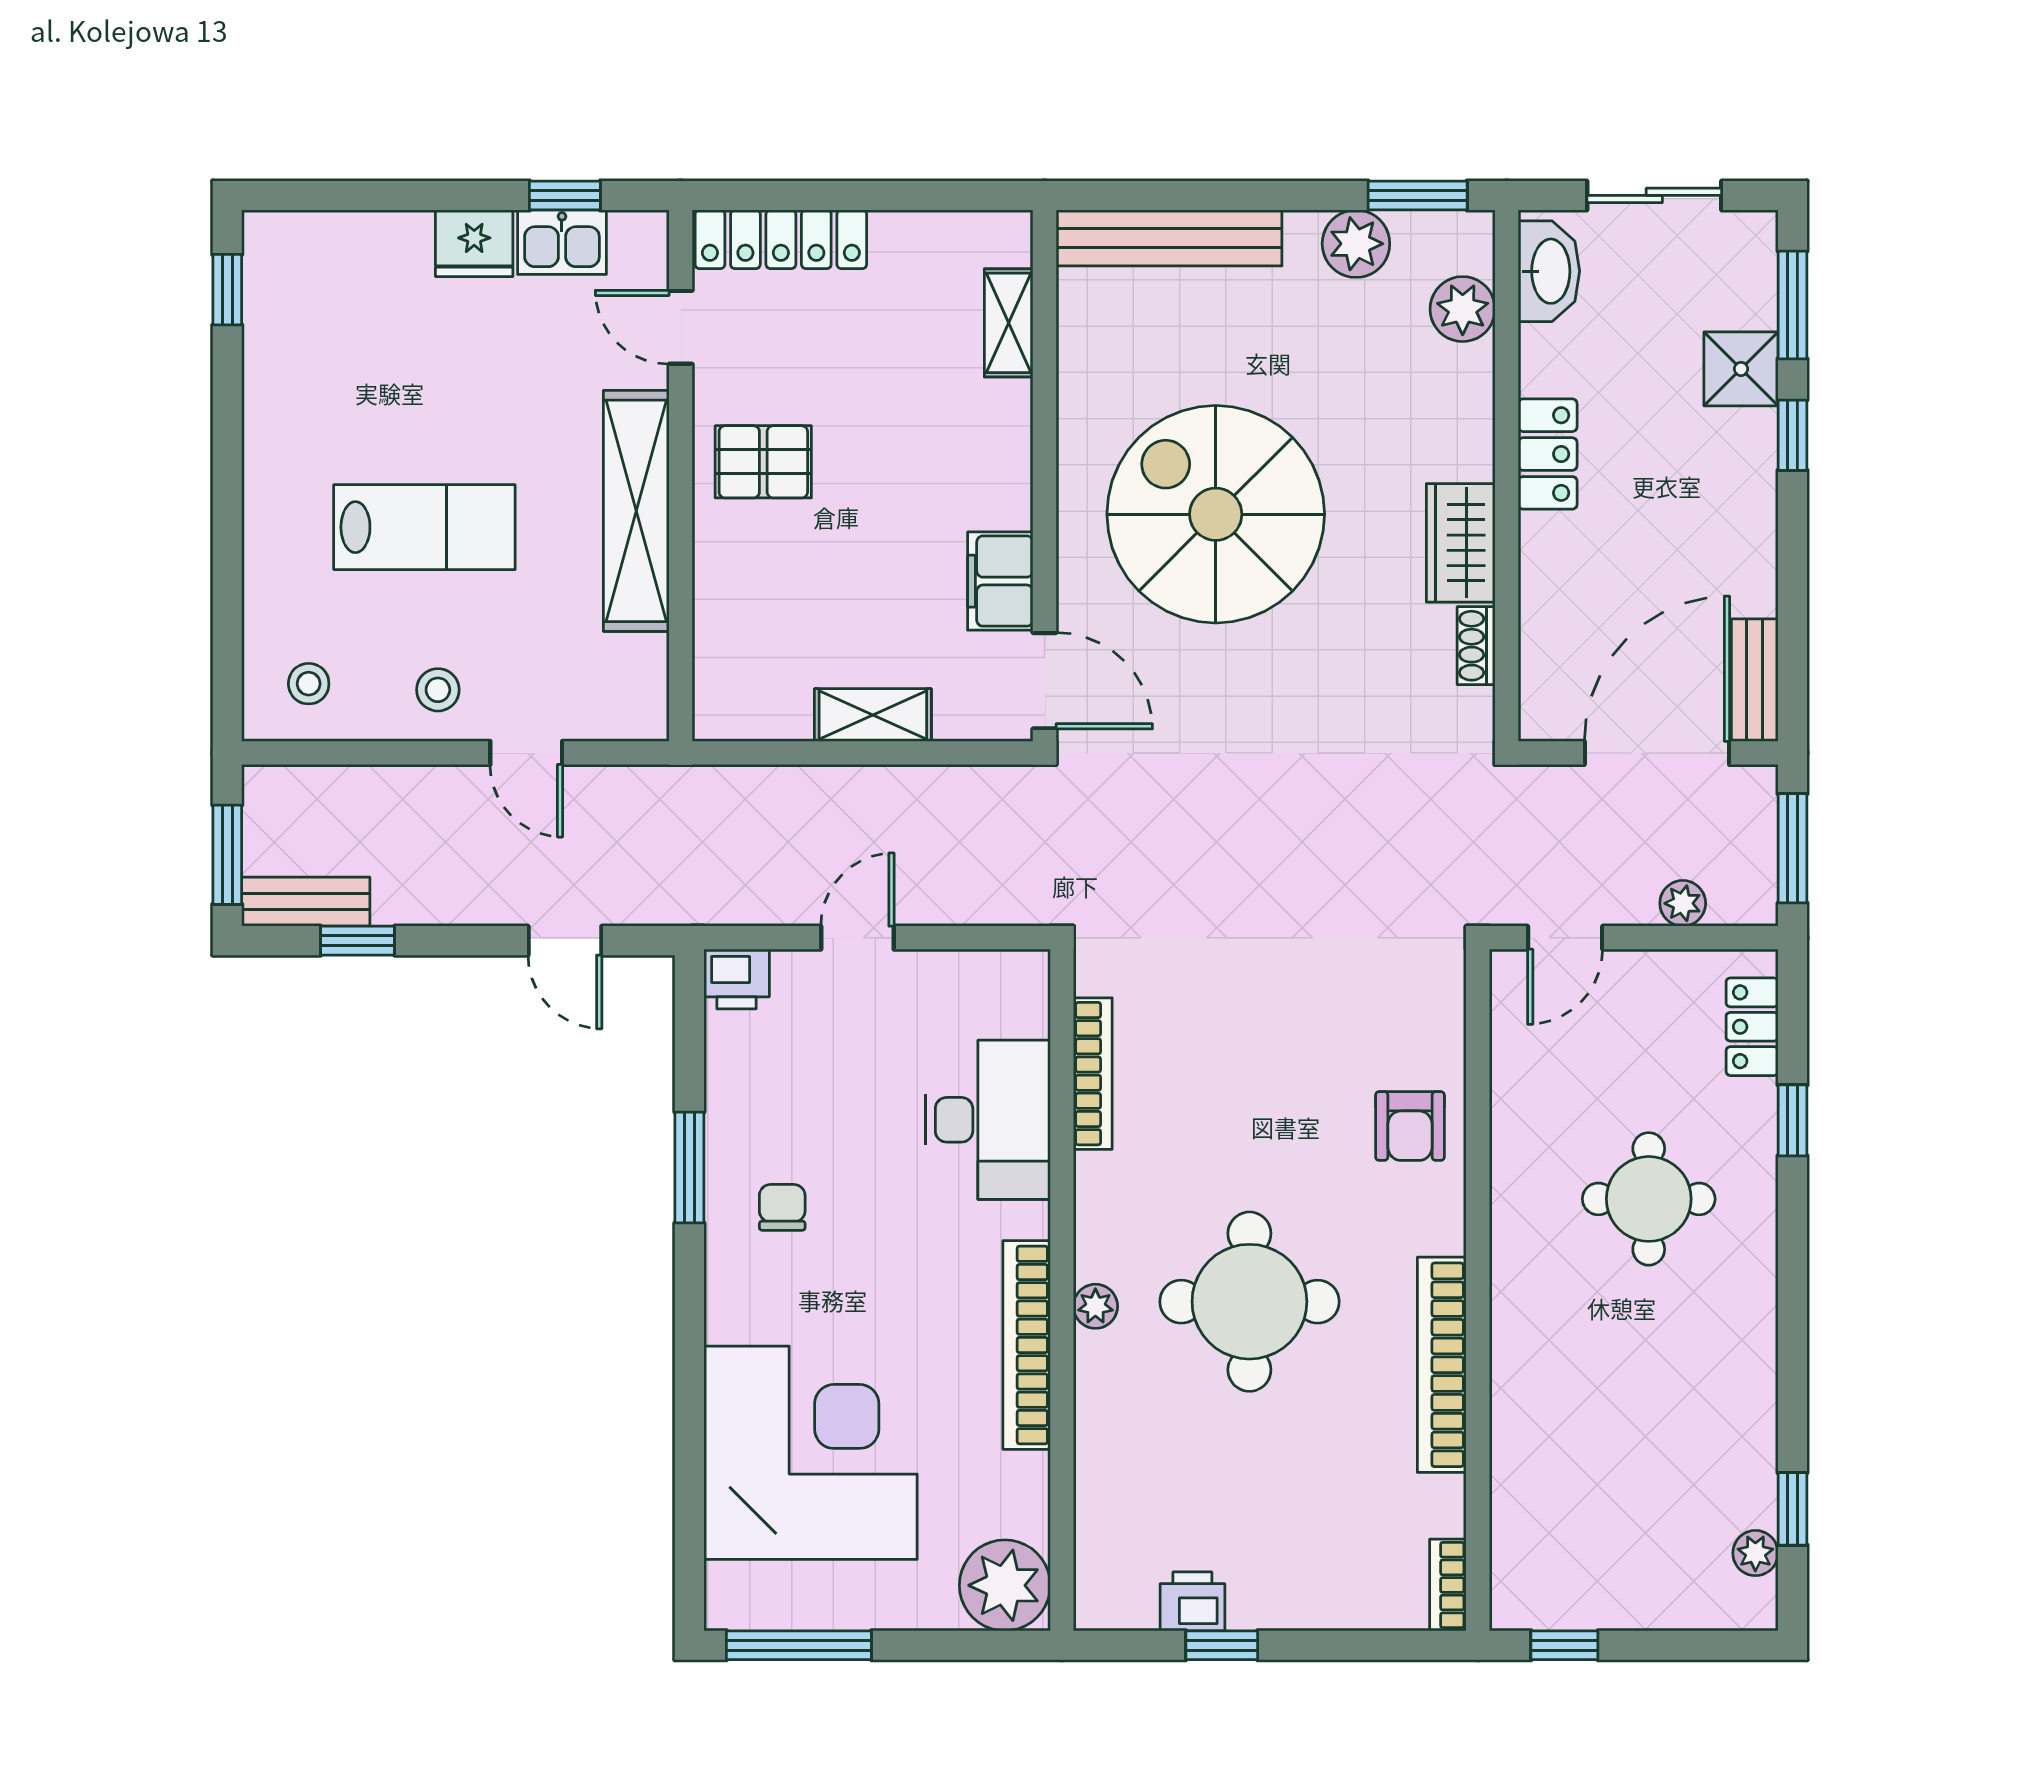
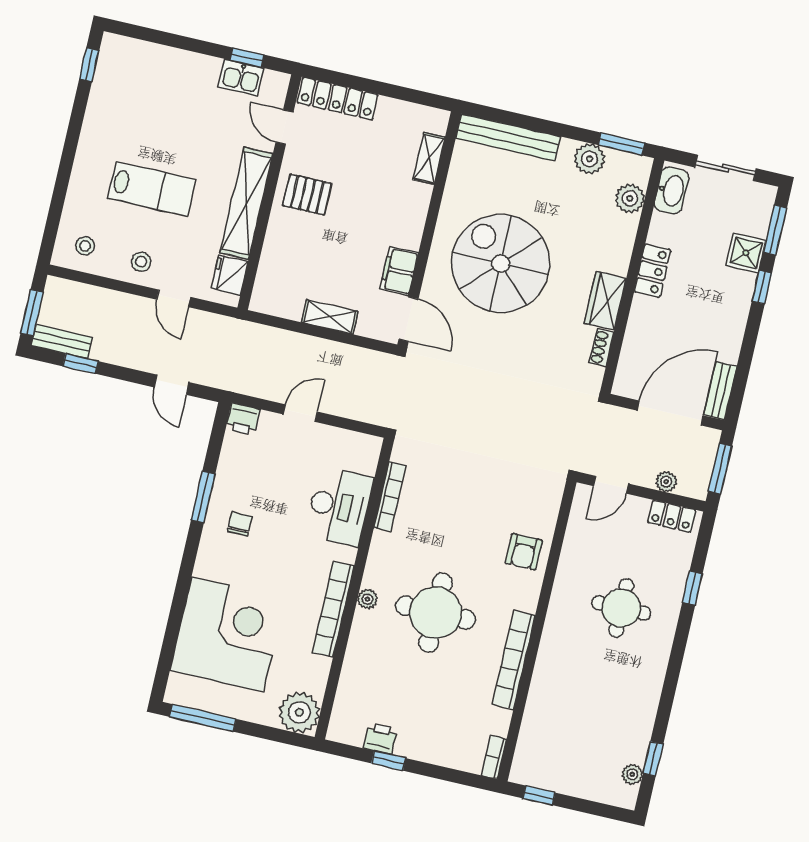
fridge: (474, 243) -> (230, 275), moved, turned 90
locker: (1752, 1027) -> (672, 516), moved, turned -90

